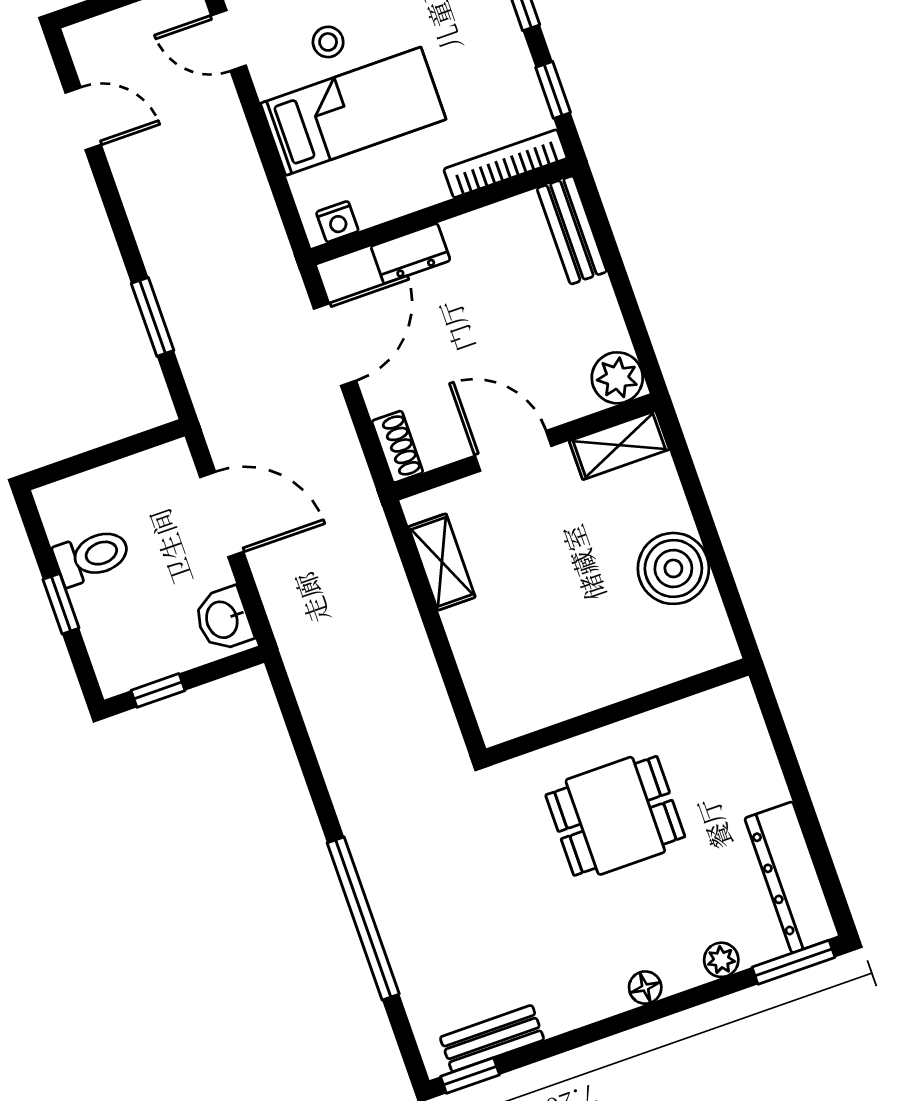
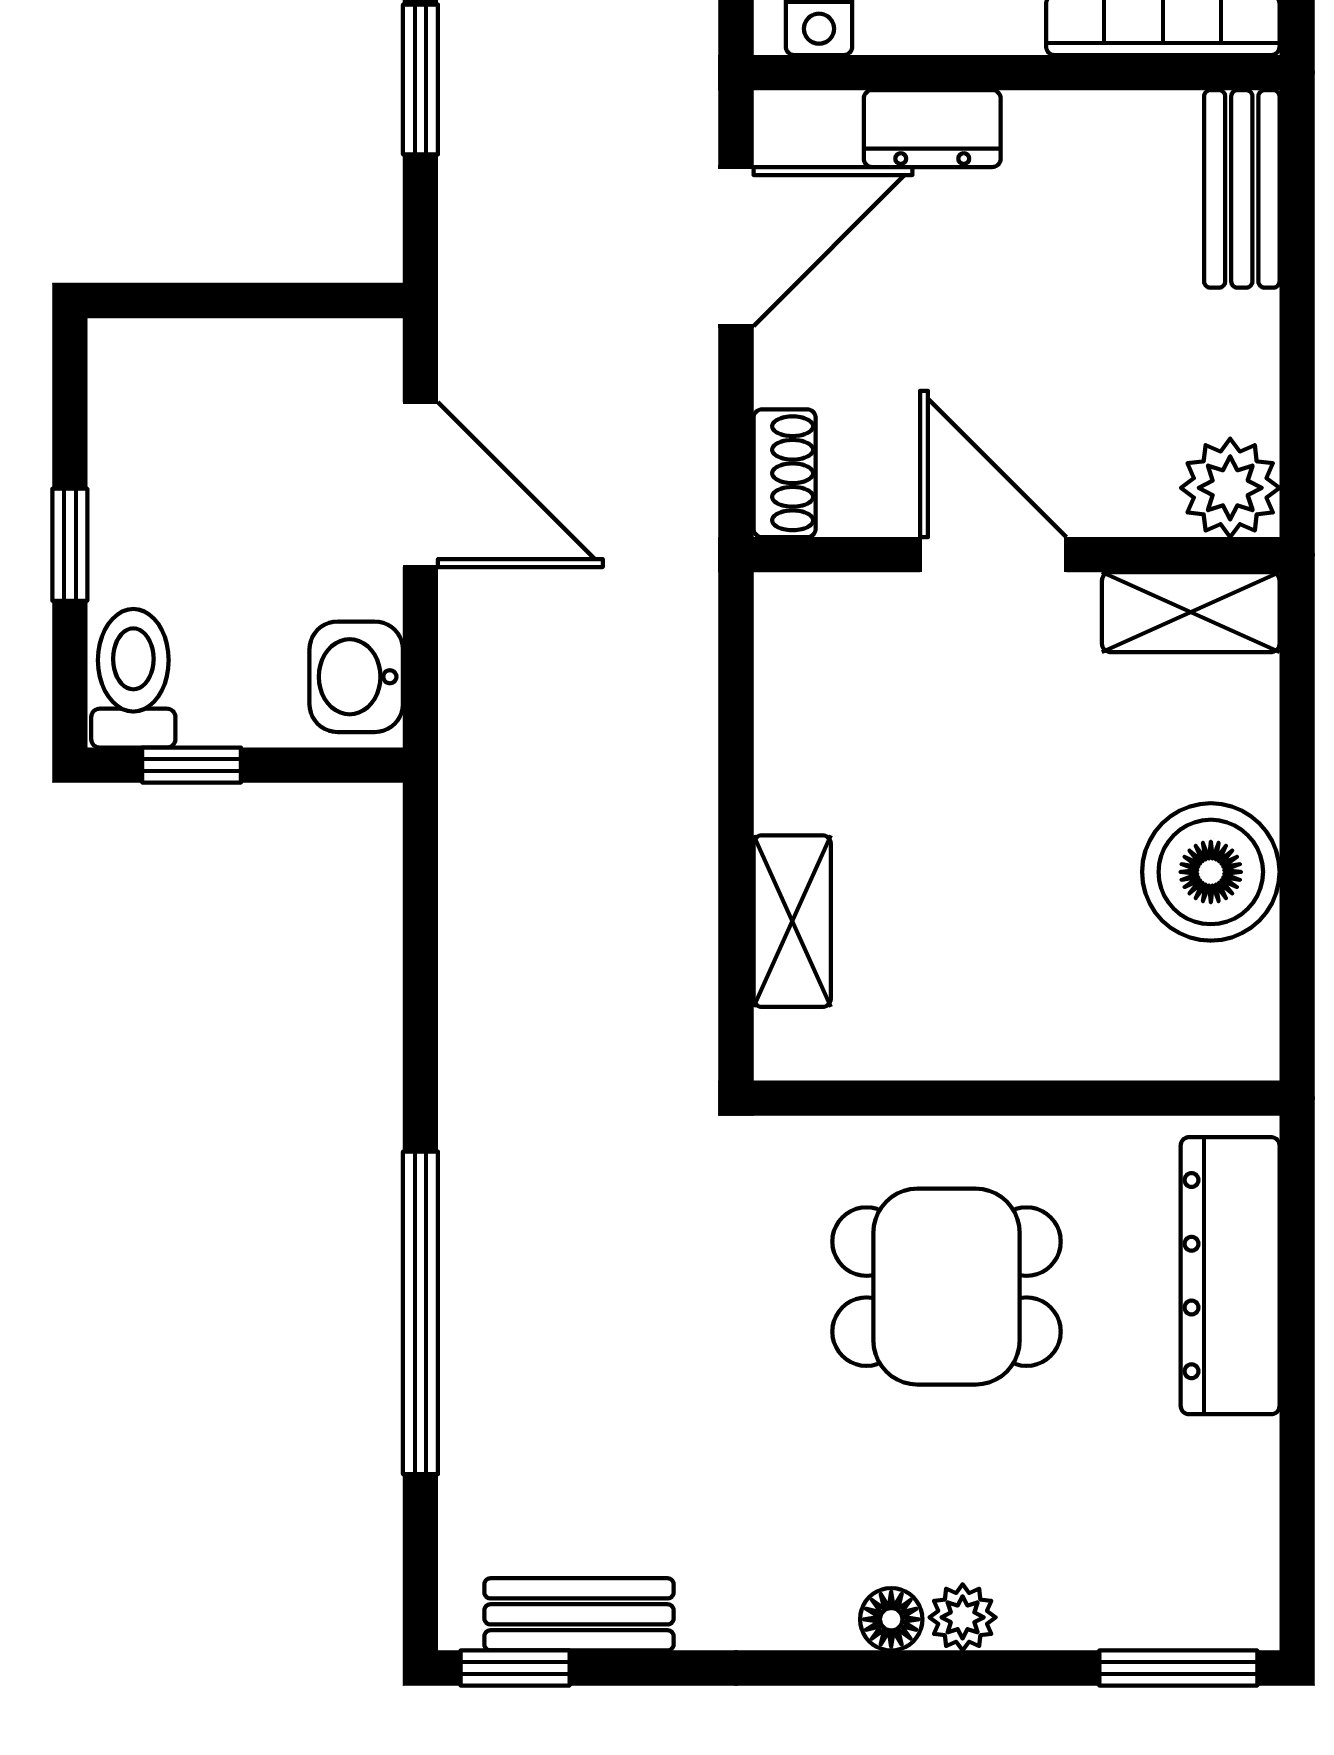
toilet: (92, 556) -> (133, 678), moved, turned -90
shelving: (442, 562) -> (792, 921), moved
dresser: (792, 877) -> (1230, 1276), moved
plant: (721, 960) -> (963, 1617), moved

